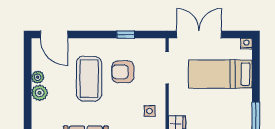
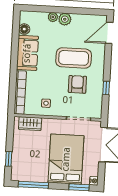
window: (256, 62) -> (79, 187), added
bed: (220, 74) -> (66, 159), width x1.50
plant: (38, 77) -> (53, 17), moved

